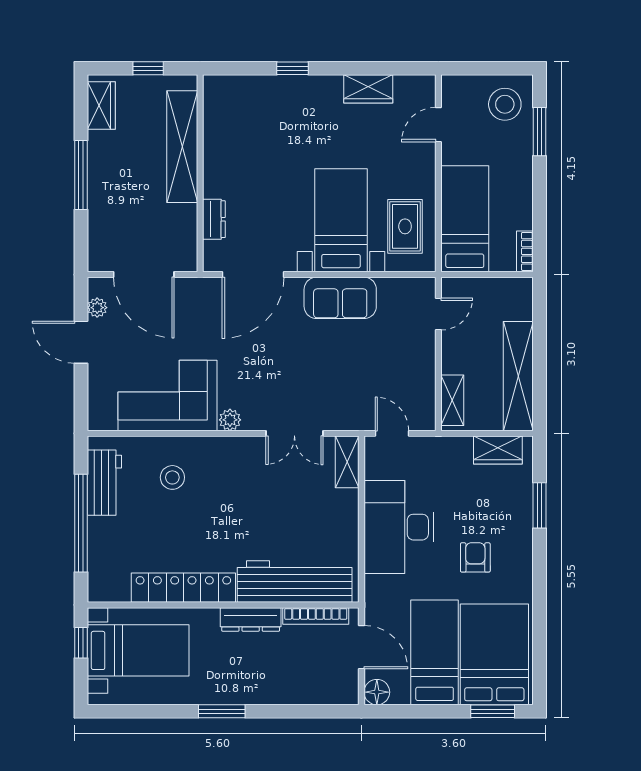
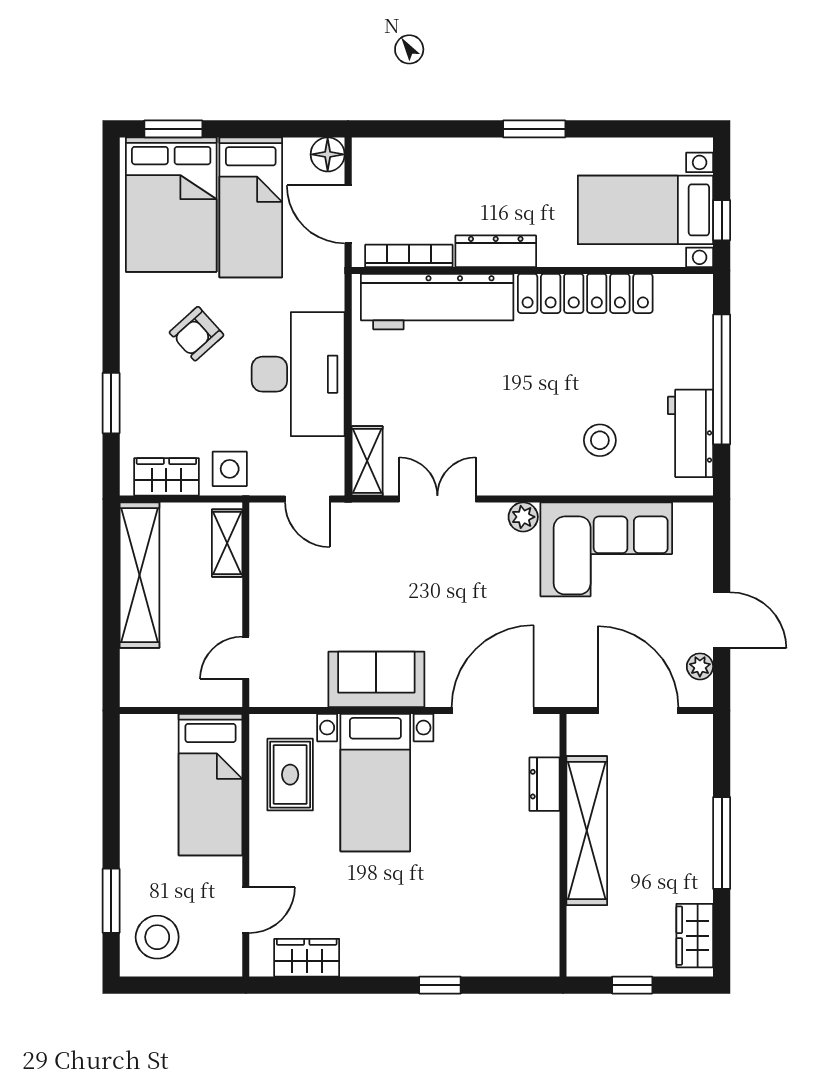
wardrobe: (368, 89) -> (307, 958), moved
shelving: (182, 147) -> (587, 831), moved
bookcase: (525, 251) -> (131, 741), removed
side table: (450, 456) -> (230, 469), added
armchair: (475, 557) -> (197, 334), turned 48

